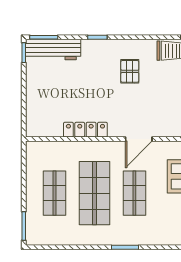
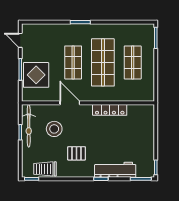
workbench: (53, 49) -> (115, 170), moved
pallet: (130, 71) -> (77, 153), turned 90
stool: (160, 104) -> (54, 129), added
door: (139, 139) -> (70, 103), hinge flipped

